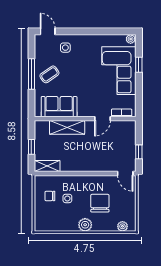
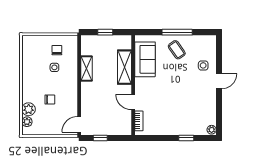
door: (48, 31) -> (219, 81), moved
corner sofa: (119, 71) -> (180, 118), removed
shelving: (47, 166) -> (86, 69), moved
chair: (100, 203) -> (50, 99), width x0.54, depth x0.54
plant: (85, 225) -> (29, 109), moved

